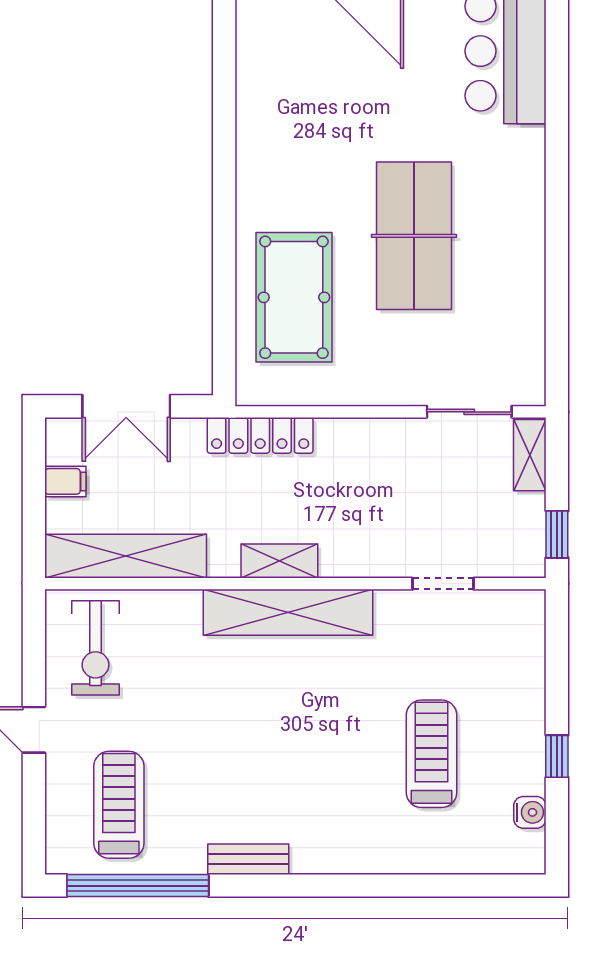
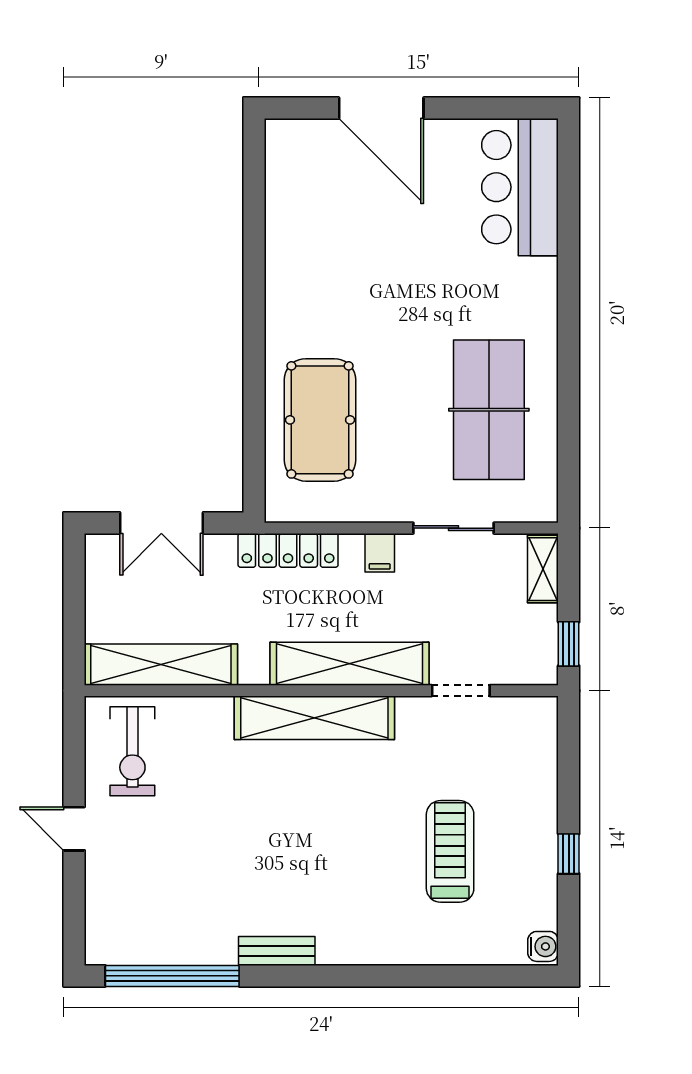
table tennis table: (414, 236) -> (489, 410), moved
sliding door: (469, 412) -> (453, 528), moved
filing cabinet: (65, 481) -> (380, 553), moved, turned 90
shelving: (279, 561) -> (350, 664), width x2.20, depth x1.33
treadmill: (119, 805) -> (155, 900), removed
water cooler: (530, 812) -> (543, 946), moved

